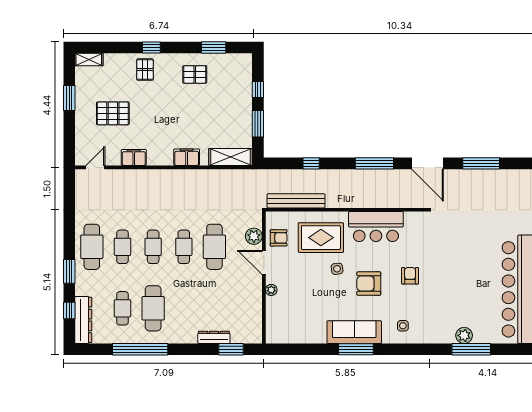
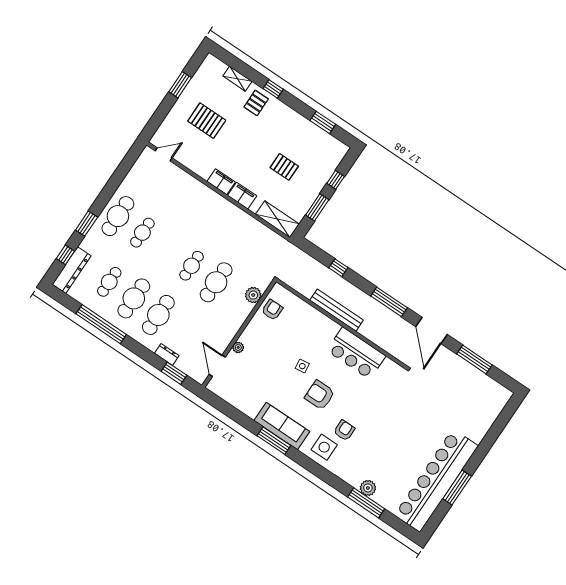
shelving: (89, 60) -> (237, 79), moved
pallet: (195, 74) -> (284, 167), moved
filing cabinet: (134, 157) -> (221, 182), moved
bench: (296, 201) -> (337, 310), moved
armchair: (279, 238) -> (272, 310), turned -90
rug: (321, 238) -> (306, 332), removed
cafe table: (153, 247) -> (158, 315), moved, width x1.37, depth x1.35
door: (264, 263) -> (217, 366), moved
armchair: (410, 276) -> (344, 430), moved
side table: (403, 326) -> (324, 447), width x1.87, depth x1.87
dresser: (214, 337) -> (167, 354), width x0.70

